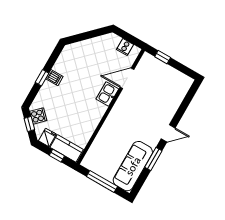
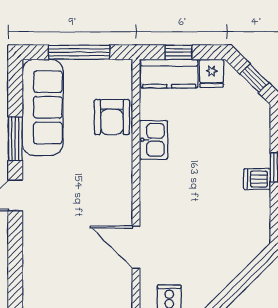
door: (127, 78) -> (136, 247), swing flipped
kitchen sink: (107, 94) -> (153, 140), moved
cooker: (38, 116) -> (247, 100), removed
armchair: (104, 144) -> (112, 117), added

